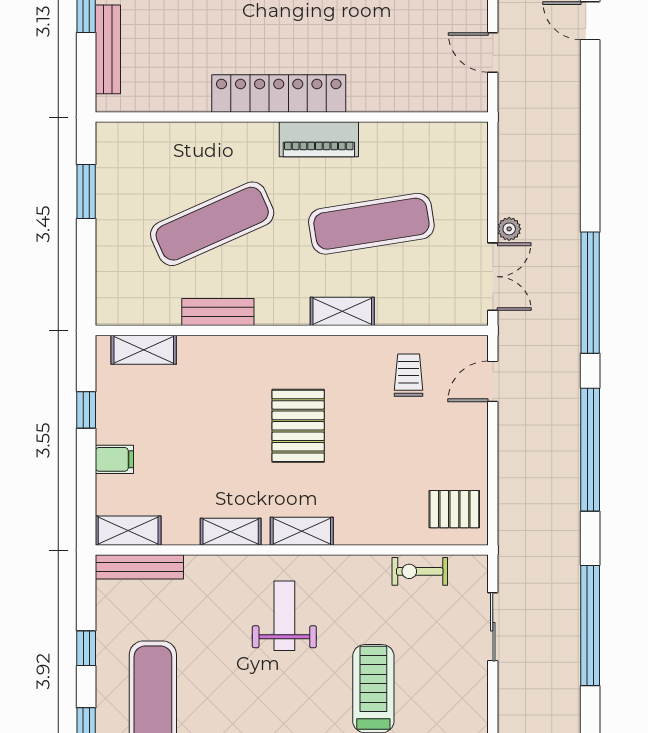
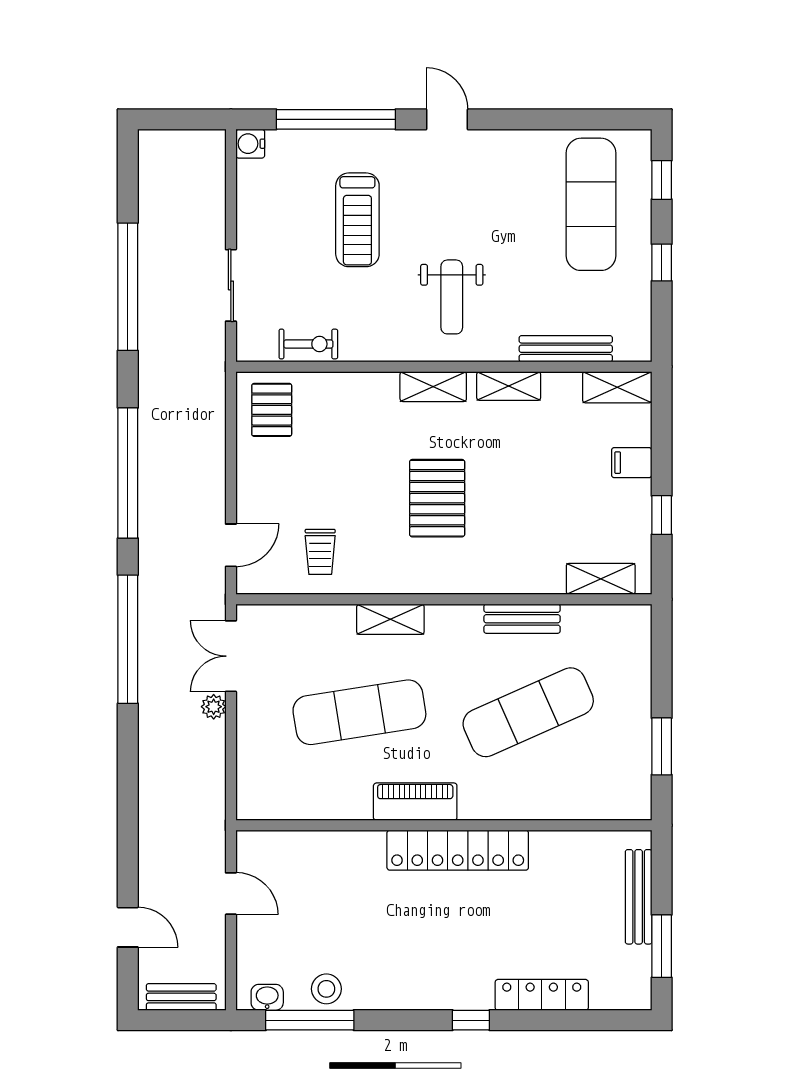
pallet: (454, 509) -> (272, 410), turned 90
bench: (139, 567) -> (566, 349), moved

